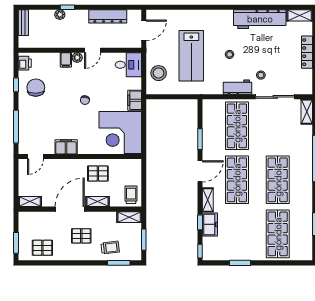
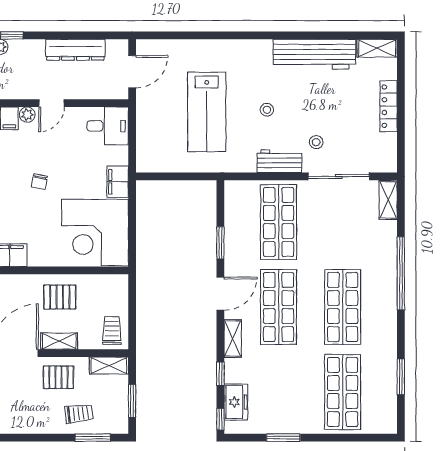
stool: (159, 73) -> (155, 139), removed
freezer: (210, 224) -> (236, 402), moved
pallet: (81, 236) -> (58, 377), moved

